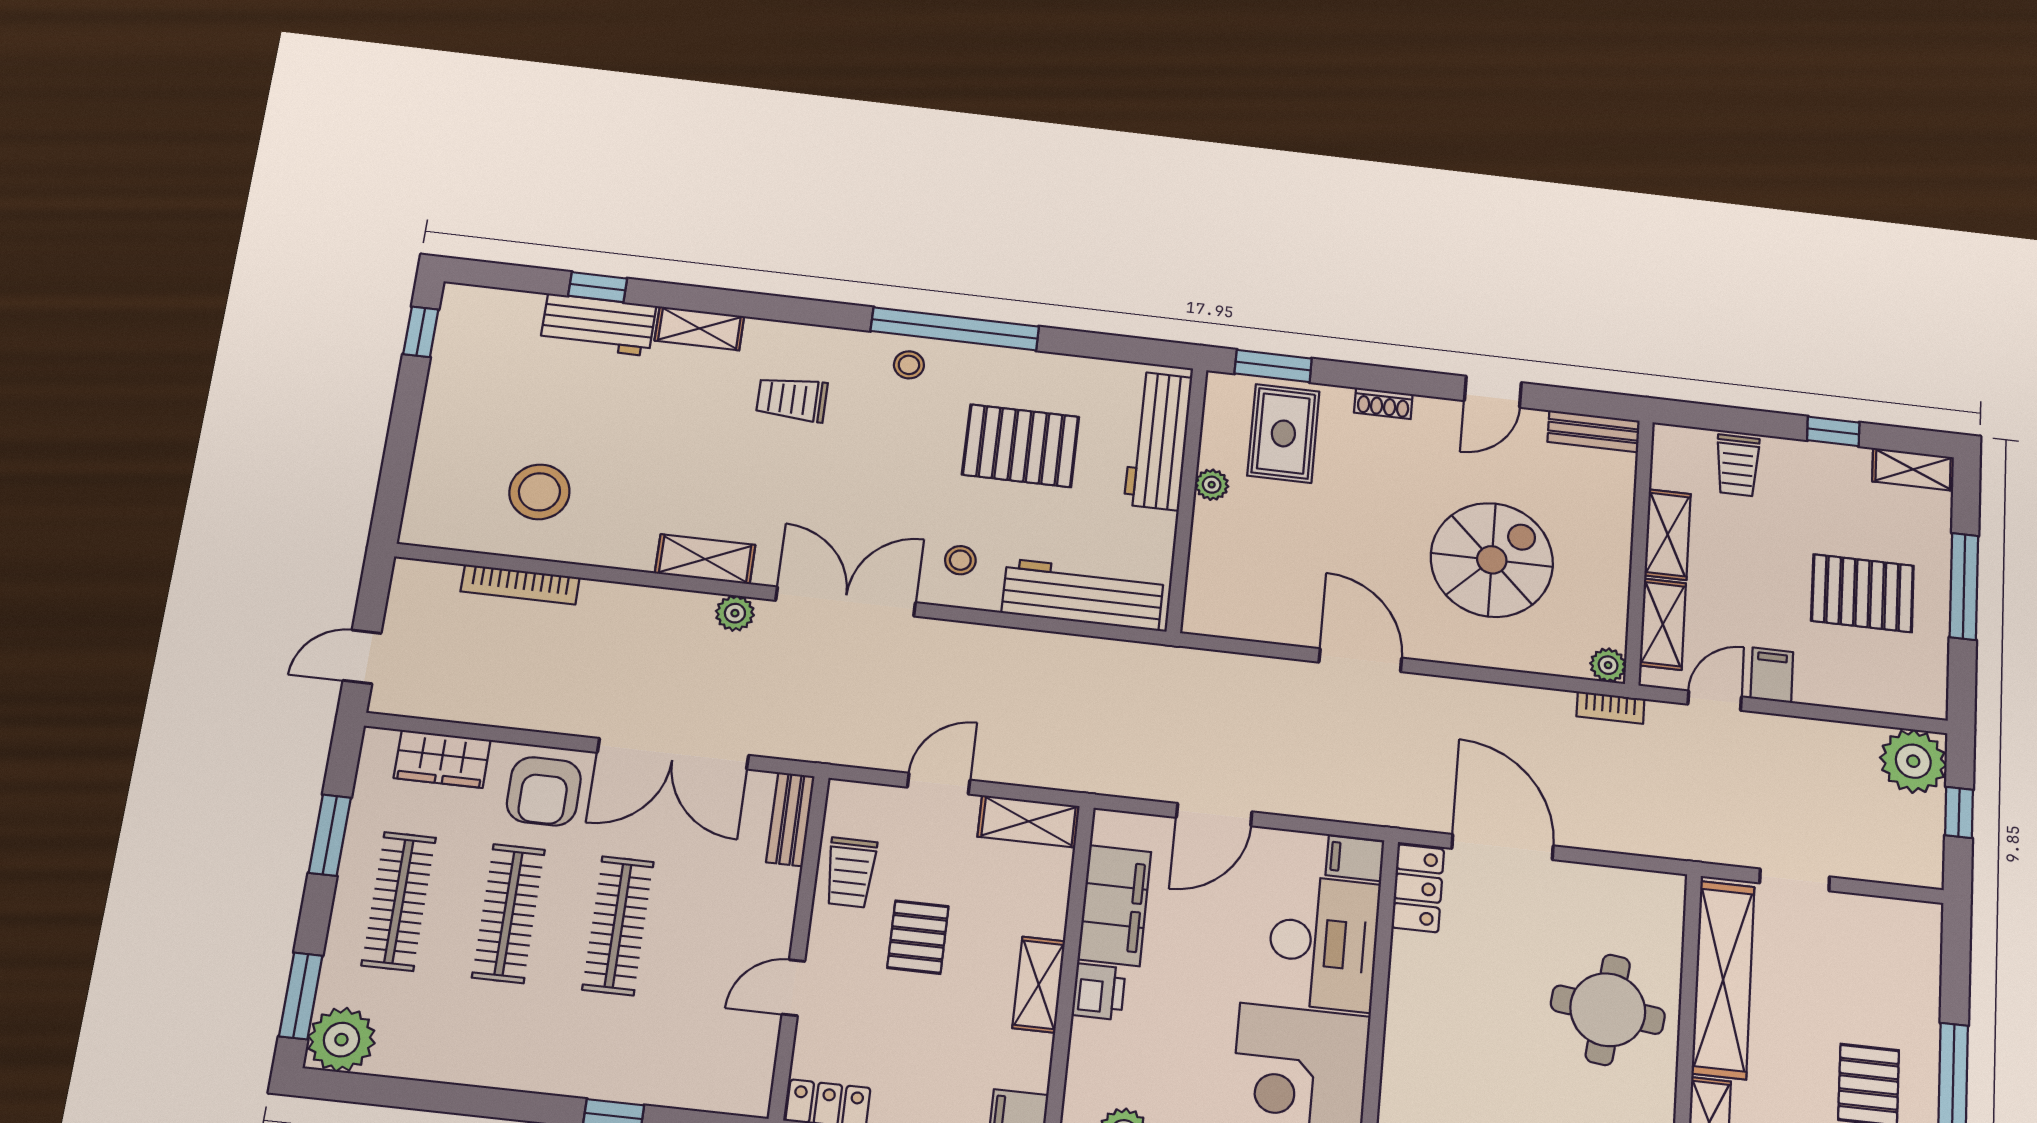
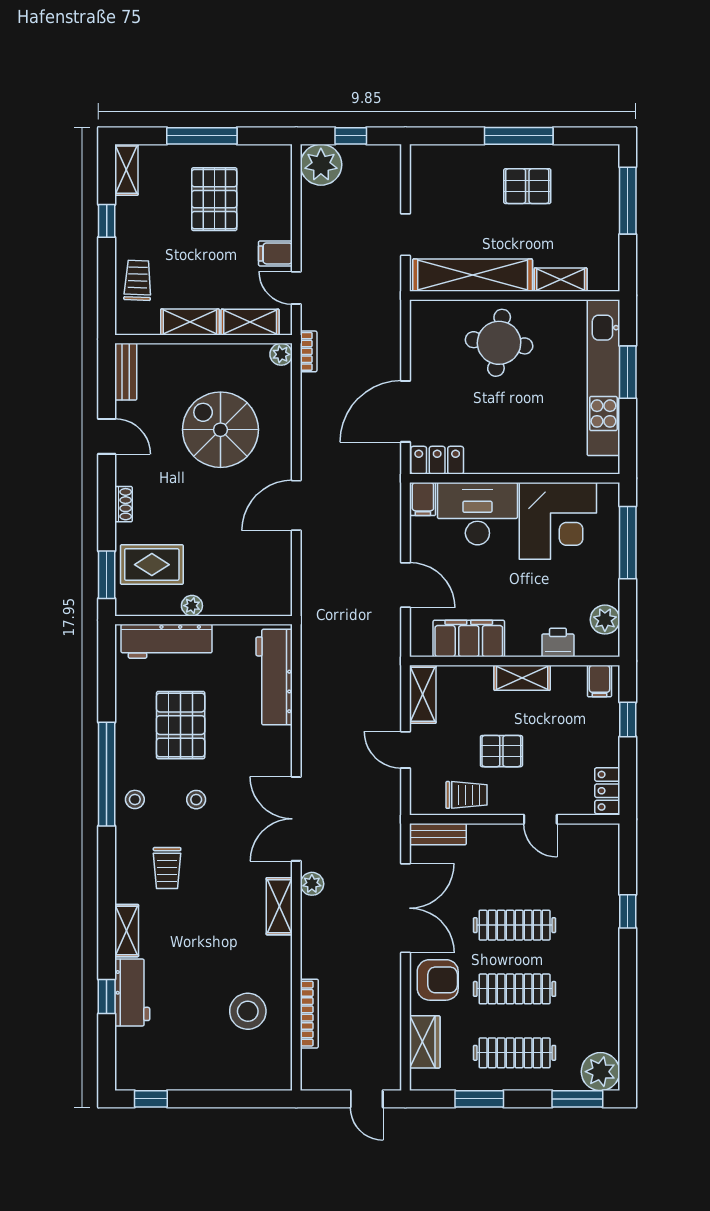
trolley: (1738, 465) -> (138, 280), turned -88
stool: (960, 560) -> (196, 800), moved
printer: (1099, 992) -> (558, 643), moved

